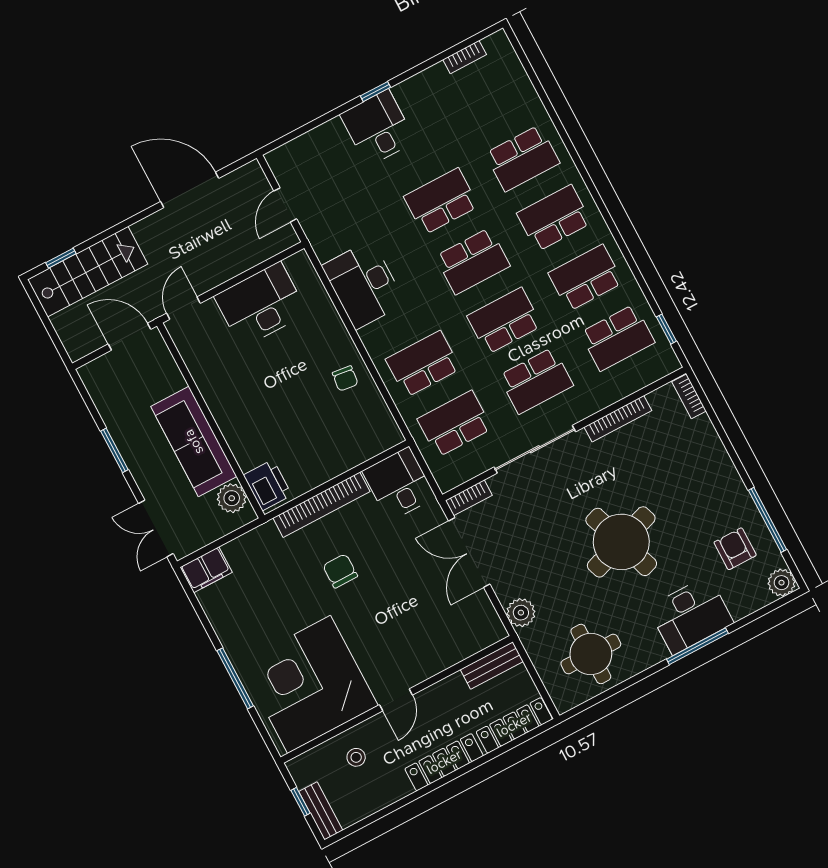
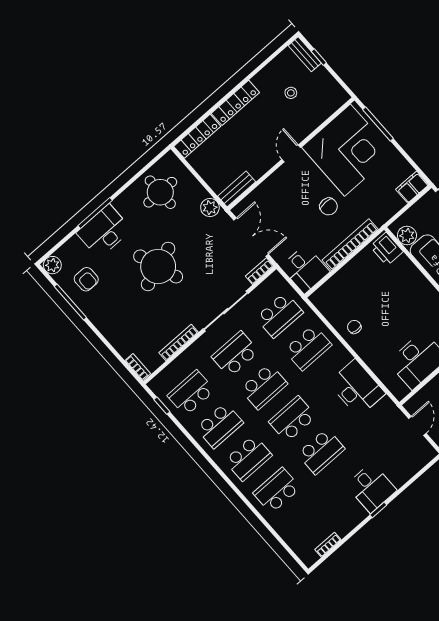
bench: (492, 665) -> (237, 189), moved
corner desk: (309, 684) -> (348, 150), moved
wall: (397, 699) -> (291, 154), moved
door: (396, 700) -> (291, 153), moved

